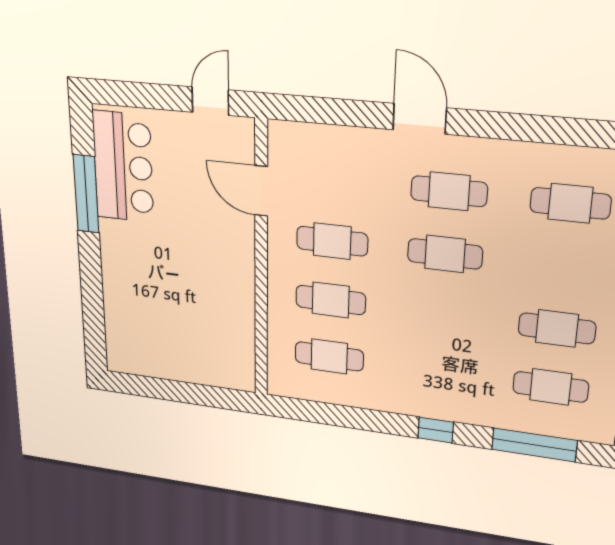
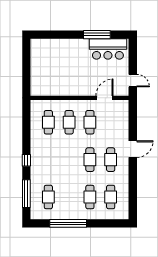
cafe table: (557, 328) -> (90, 197), moved

